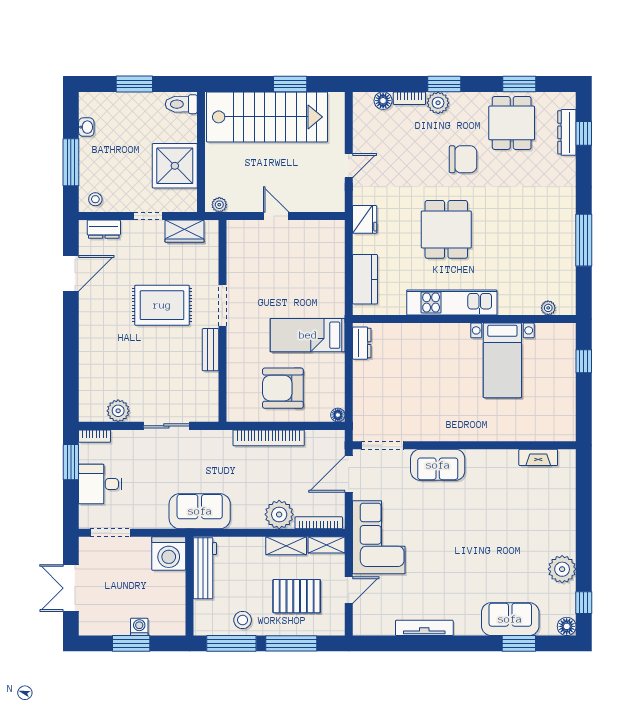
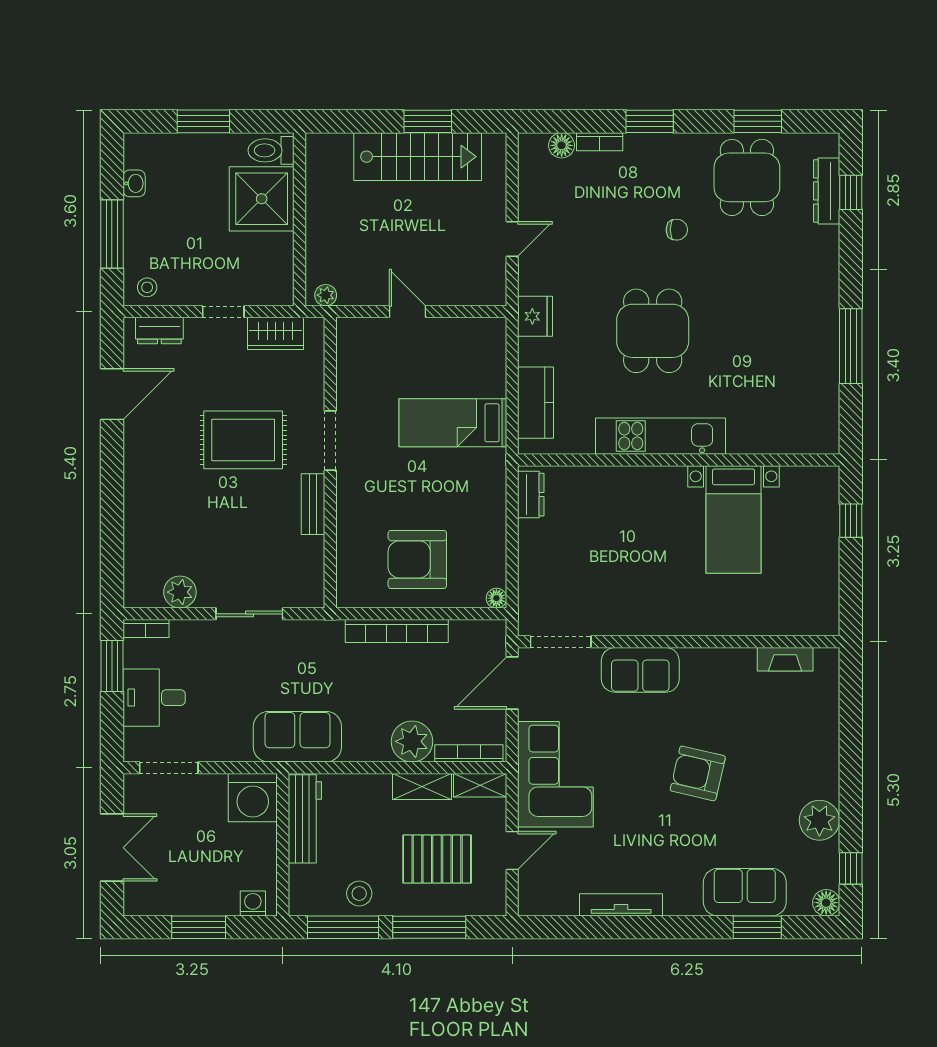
plant: (438, 103) -> (641, 148), removed
stairs: (267, 117) -> (418, 157), width x0.73, depth x0.66
chair: (463, 159) -> (677, 230), width x0.54, depth x0.54
shower: (175, 166) -> (262, 199), moved
plant: (548, 308) -> (800, 444), removed
bed: (308, 335) -> (453, 423), moved
armchair: (478, 537) -> (698, 773), added
double door: (71, 588) -> (112, 848), swing flipped
washing machine: (139, 627) -> (253, 903), moved

